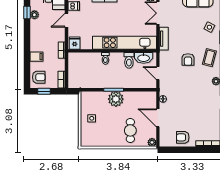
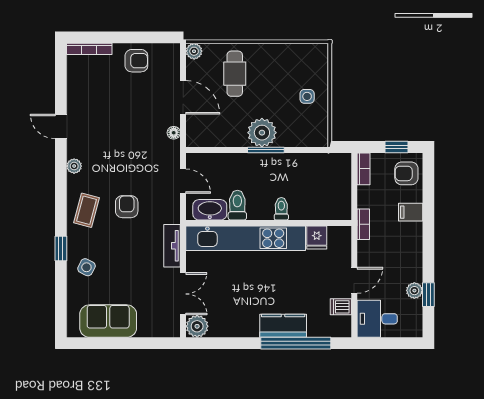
fridge: (75, 43) -> (317, 238), moved

